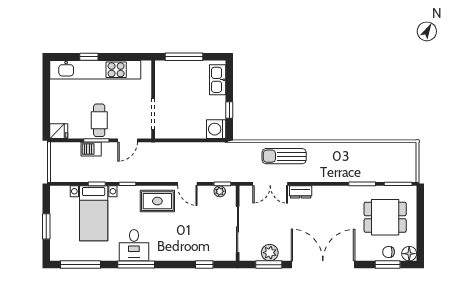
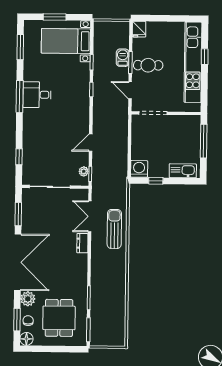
rug: (157, 201) -> (76, 116), removed
bed with nightstands: (94, 213) -> (66, 41), moved
plant: (270, 253) -> (28, 299), moved
window: (81, 265) -> (20, 47), width x0.69

